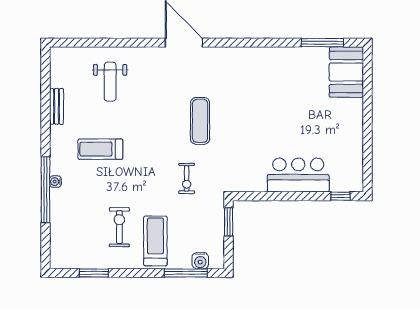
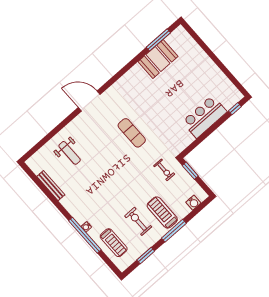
booth: (346, 72) -> (158, 59), moved, turned 90
bench: (57, 106) -> (51, 186), width x1.36
treadmill: (100, 149) -> (114, 243), moved, turned -90
exercise bike: (187, 178) -> (164, 170), moved
window: (186, 273) -> (174, 231), moved

